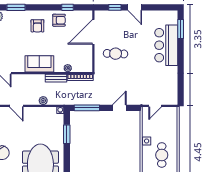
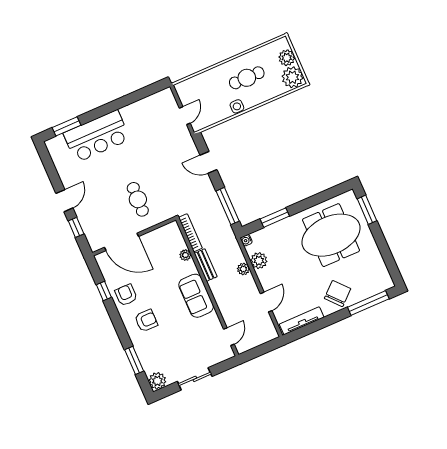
door: (155, 106) -> (185, 116), hinge flipped
plant: (44, 113) -> (259, 261), added

